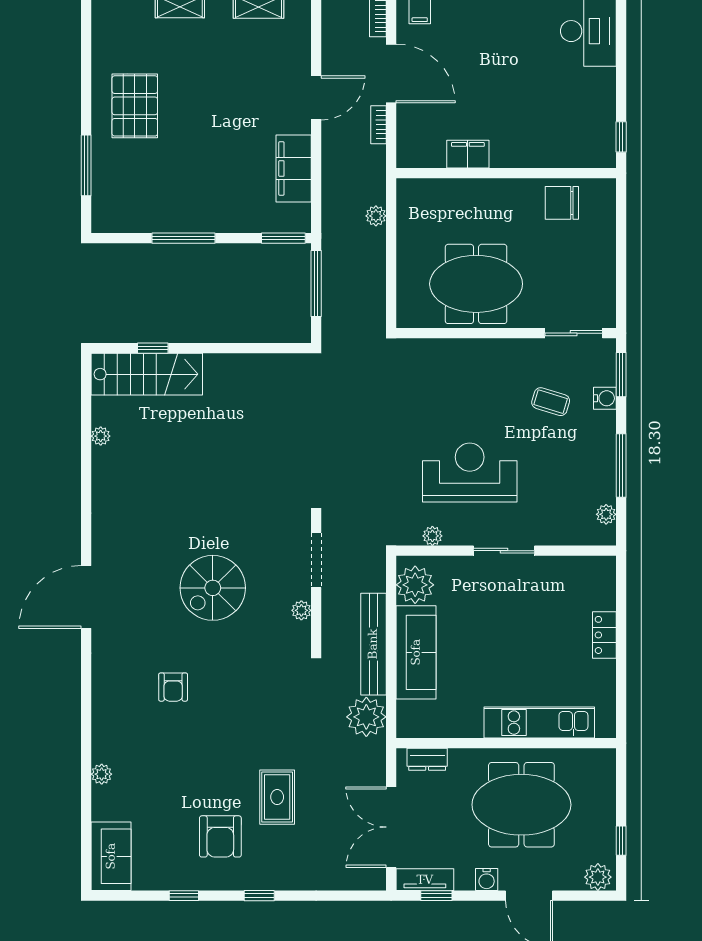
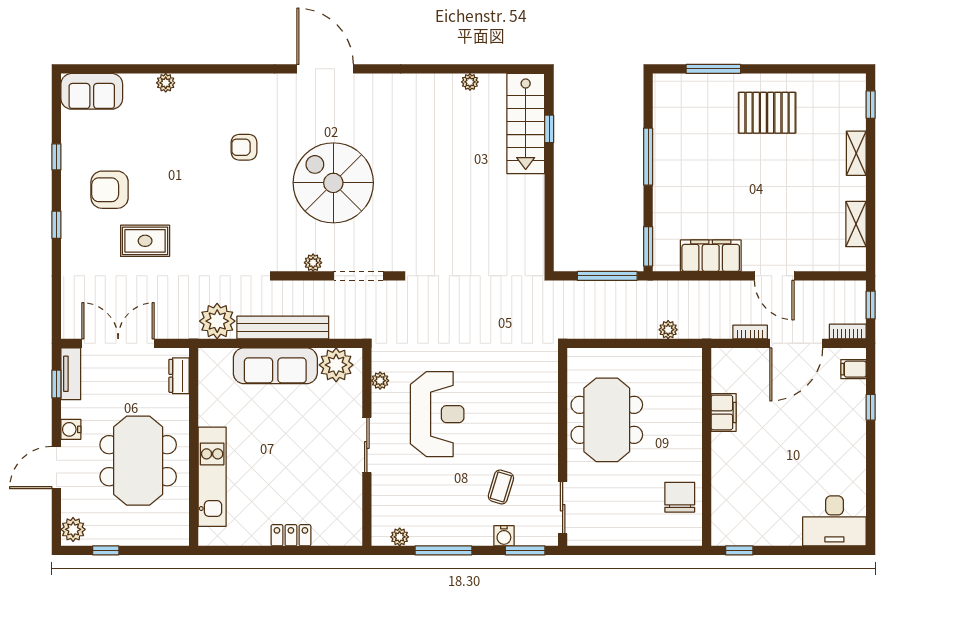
spiral stairs: (213, 588) -> (333, 183), width x1.37, depth x1.37

